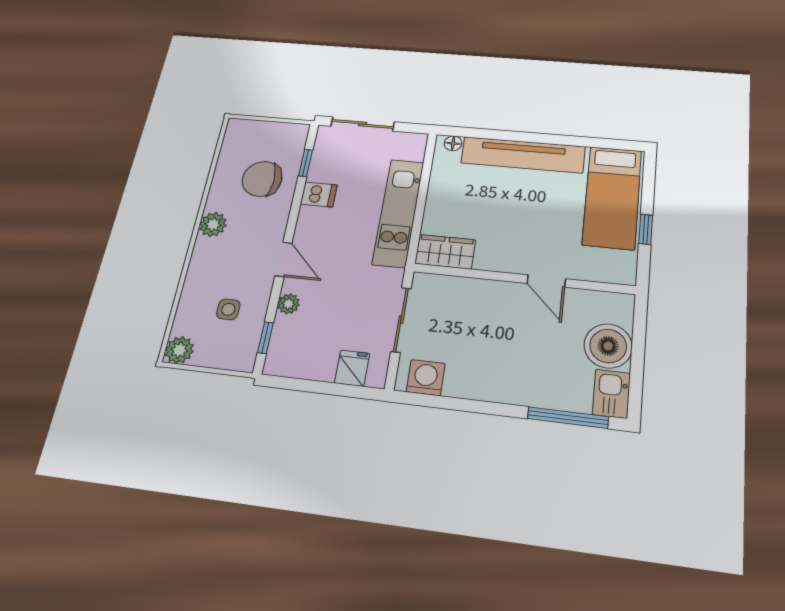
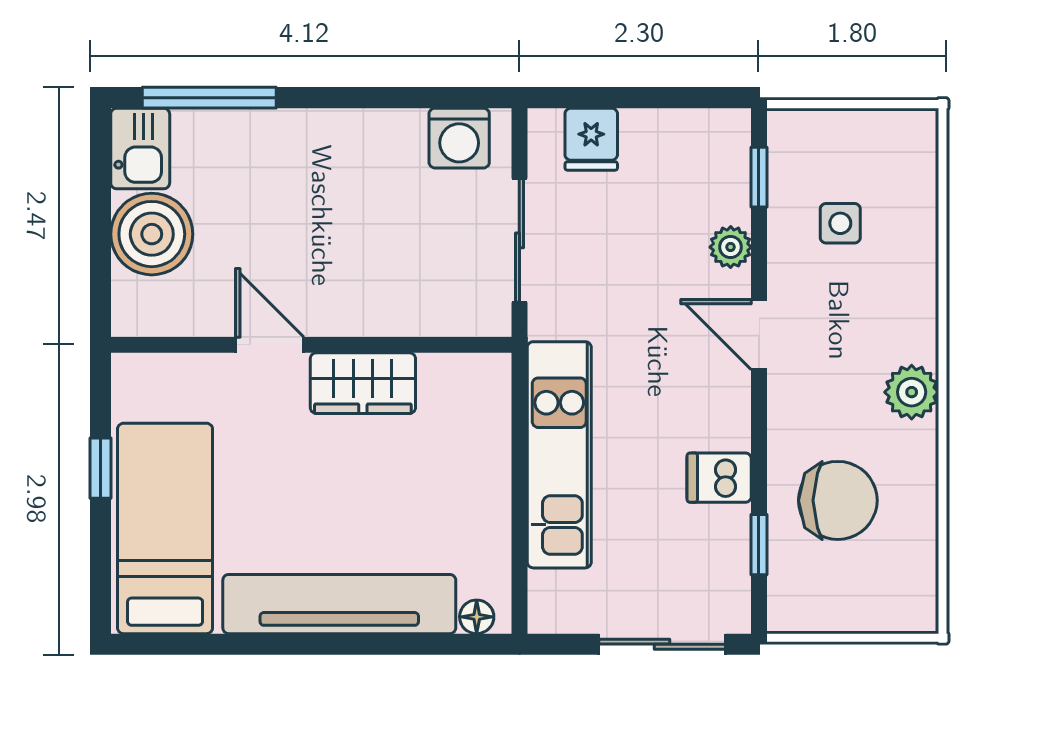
wardrobe: (445, 252) -> (363, 383), moved
plant: (179, 350) -> (912, 135), removed

